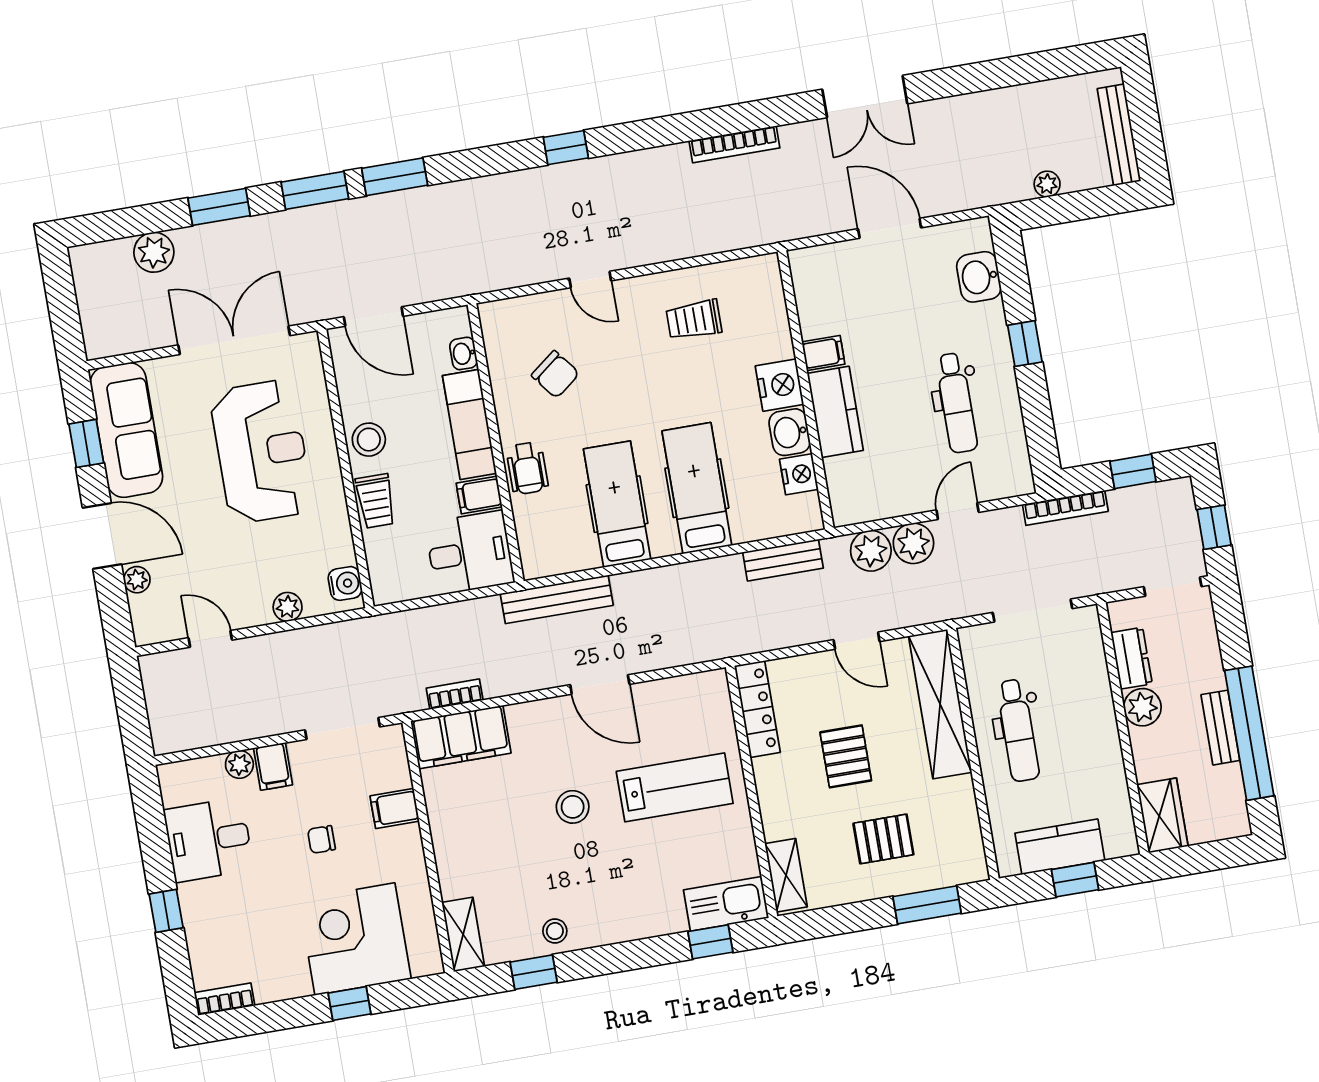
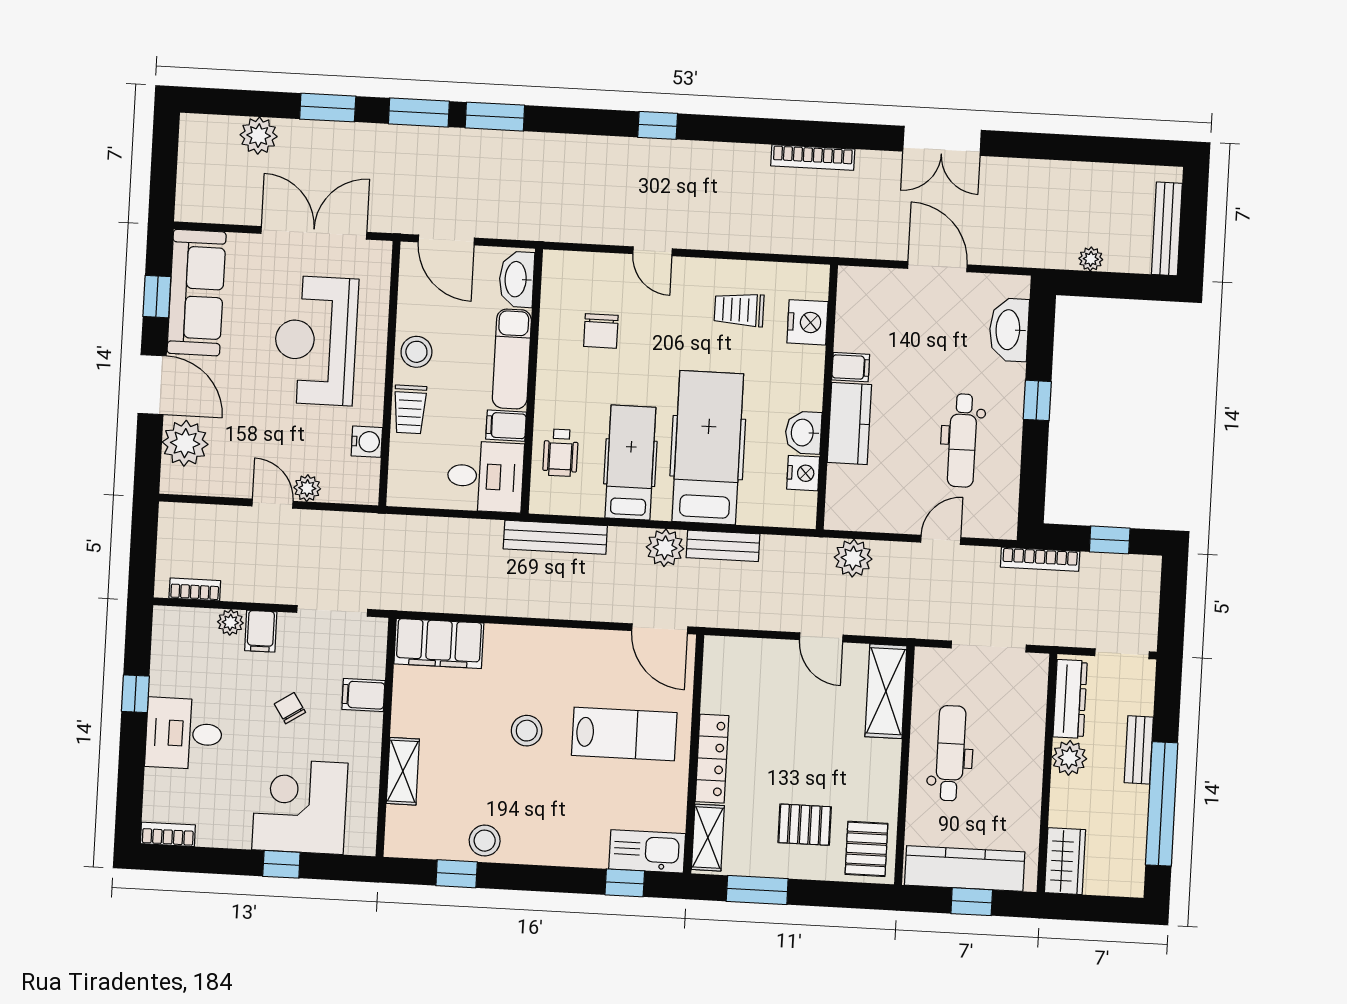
washbasin: (979, 277) -> (1009, 330), width x1.38
washbasin: (464, 353) -> (517, 279), width x1.91, depth x1.45
chair: (555, 374) -> (601, 331), turned 38
nightstand: (780, 385) -> (807, 322), moved
reception desk: (261, 452) -> (316, 340), turned 180
wheelchair: (527, 468) -> (561, 453), moved
hospital bed: (697, 488) -> (708, 448), width x1.37, depth x1.29
window: (1214, 527) -> (1172, 608), removed
plant: (913, 543) -> (665, 548), moved
bench: (783, 560) -> (723, 546), moved
plant: (137, 580) -> (185, 443), width x1.88, depth x1.88
water cooler: (345, 583) -> (367, 442), moved
door: (210, 639) -> (272, 504), moved
dresser: (1132, 658) -> (1070, 699), width x1.44
door: (600, 684) -> (660, 629), moved
bookcase: (455, 694) -> (195, 589), moved
shelving: (940, 704) -> (886, 691), width x0.68
locker: (757, 709) -> (712, 759), moved
bench: (1220, 728) -> (1139, 750), moved
dental chair: (1018, 730) -> (951, 753), turned 180
pallet: (846, 756) -> (866, 849), moved
chair: (321, 839) -> (290, 708), turned 57
desk: (209, 840) -> (184, 734), moved
kitchen counter: (1060, 847) -> (965, 868), width x1.50
window: (927, 905) -> (757, 890), moved
window: (166, 911) -> (135, 694), moved
stool: (555, 931) -> (485, 841), width x1.37, depth x1.37
shelving: (463, 934) -> (403, 771), moved

